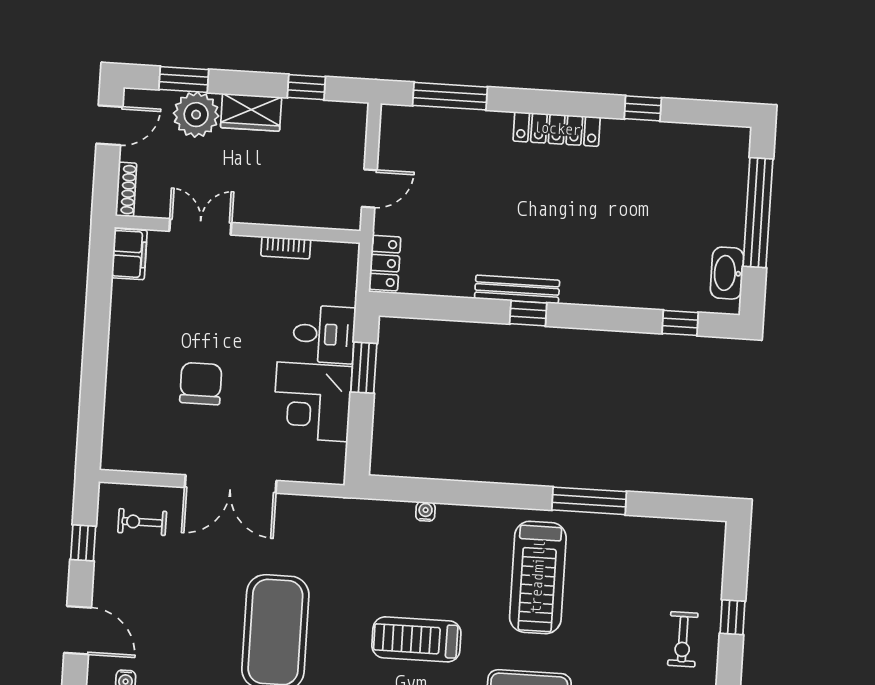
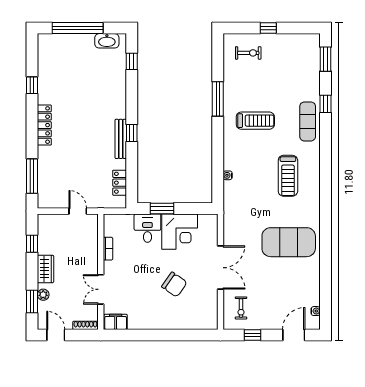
plant: (196, 115) -> (43, 295), width x0.53, depth x0.53
locker: (385, 263) -> (120, 183), moved, turned -90
chair: (201, 384) -> (174, 284), turned -145
treadmill: (538, 577) -> (255, 121), width x0.73, depth x0.73
exercise bike: (683, 639) -> (248, 53), moved

